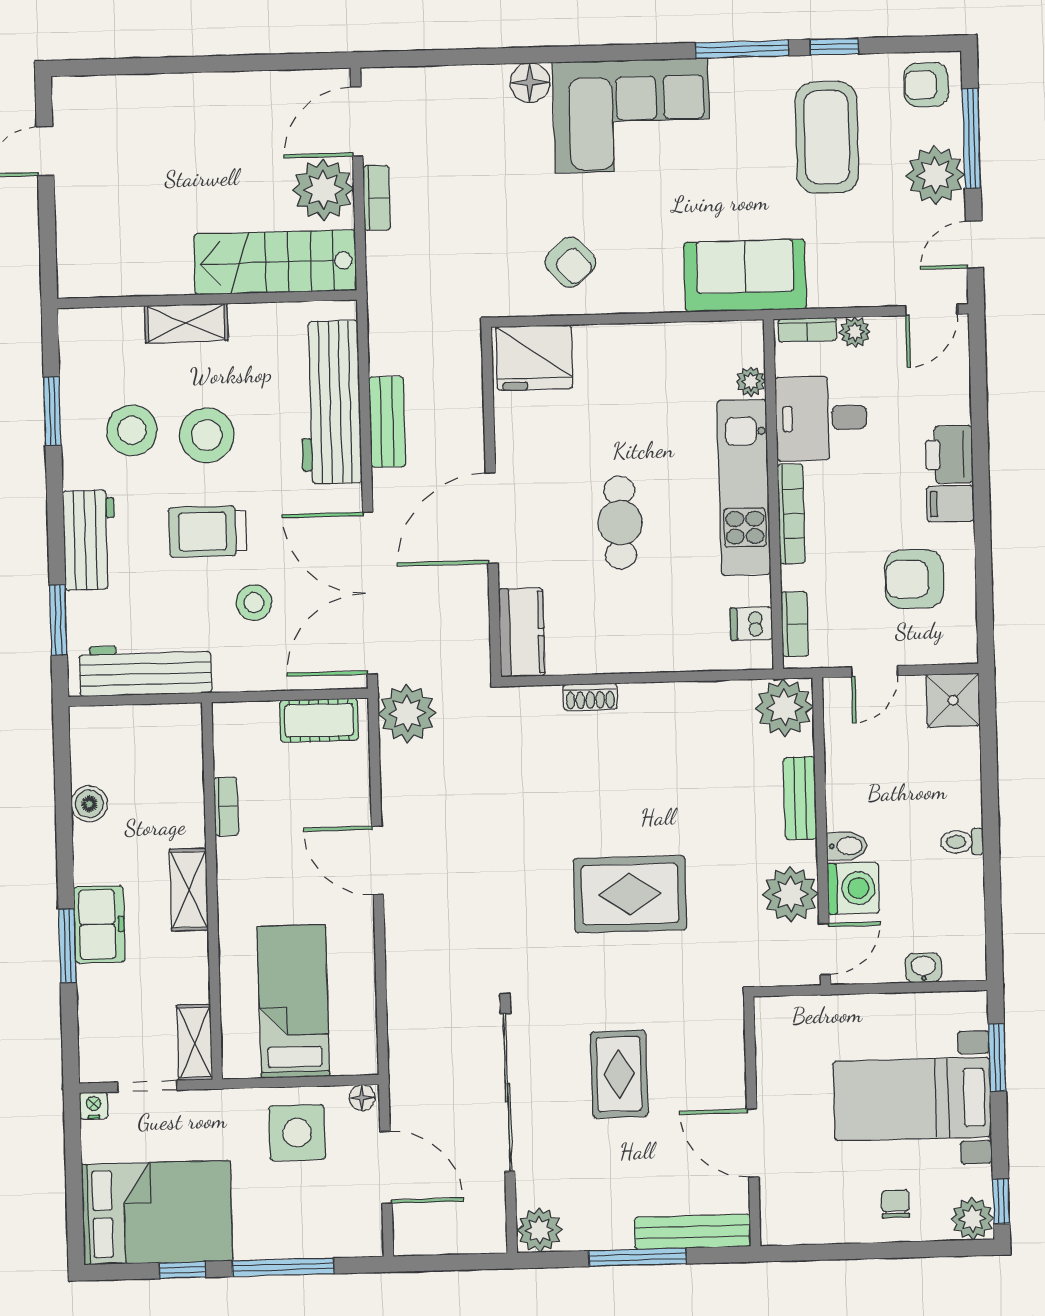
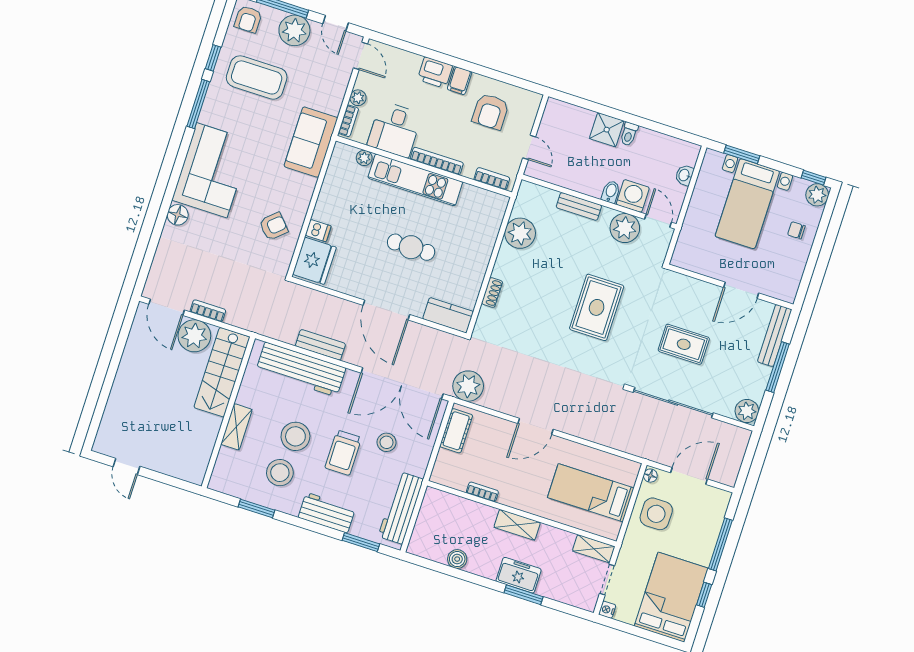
dishwasher: (751, 624) -> (318, 231), moved, turned -90
shower: (953, 700) -> (607, 130), moved
plant: (784, 708) -> (520, 233), moved

